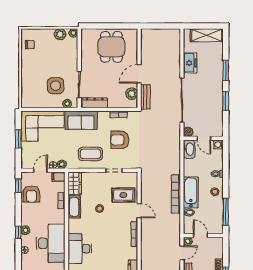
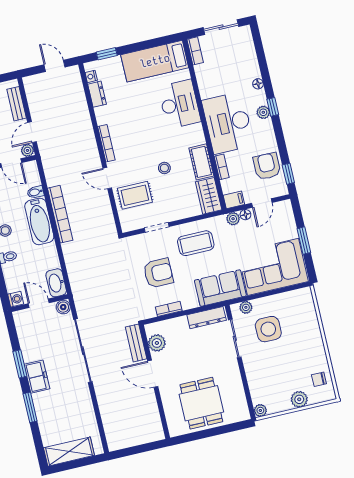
plant: (60, 34) -> (299, 399), moved
freezer: (190, 63) -> (37, 377), moved, turned 180
door: (139, 74) -> (153, 374), swing flipped
desk: (51, 243) -> (228, 123), moved

